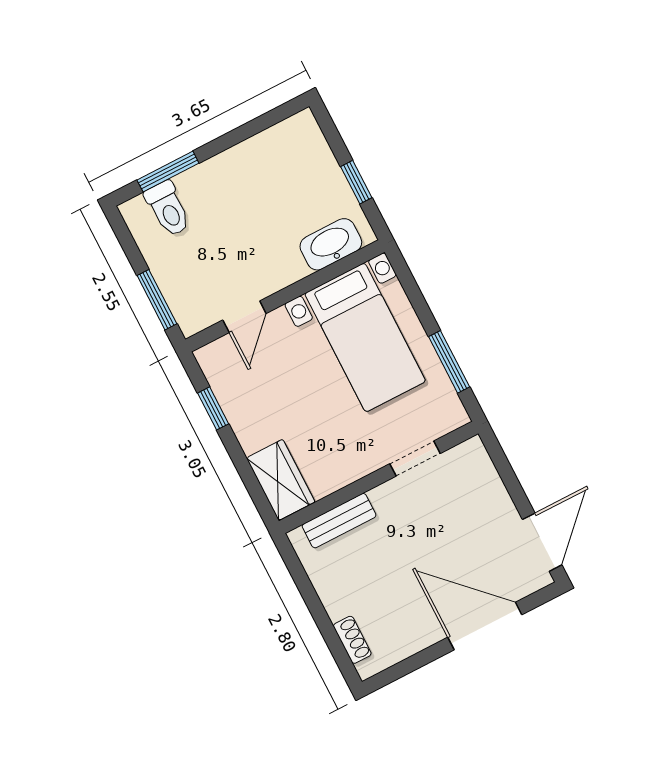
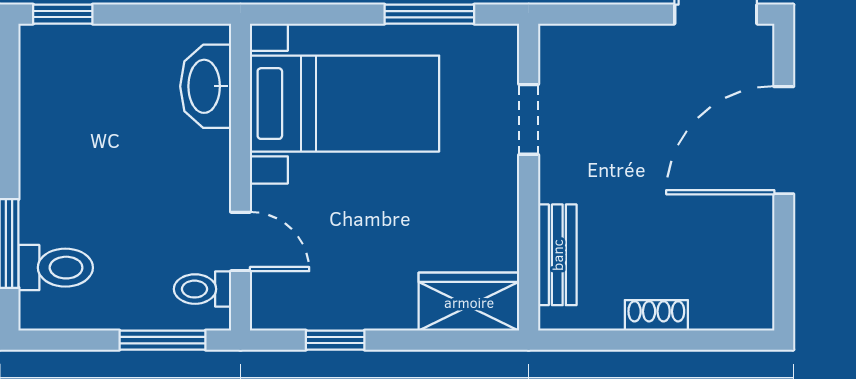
window: (356, 182) -> (63, 14), moved
toilet: (202, 308) -> (202, 289), added
shoe rack: (352, 640) -> (656, 315), moved

